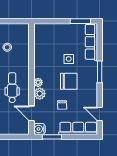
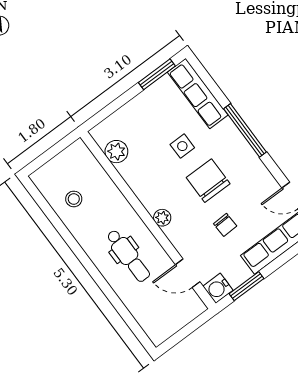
window: (100, 72) -> (245, 130), width x1.44
chair: (69, 81) -> (208, 181), turned -90
dental chair: (12, 88) -> (128, 256), turned 180
plant: (40, 94) -> (116, 152), moved

